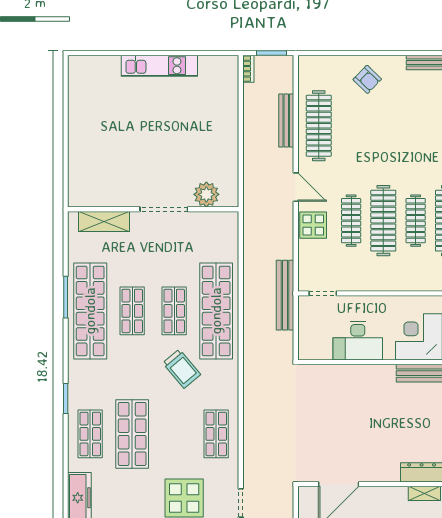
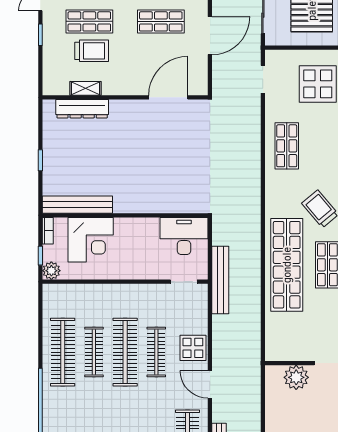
desk: (358, 341) -> (184, 236), moved

